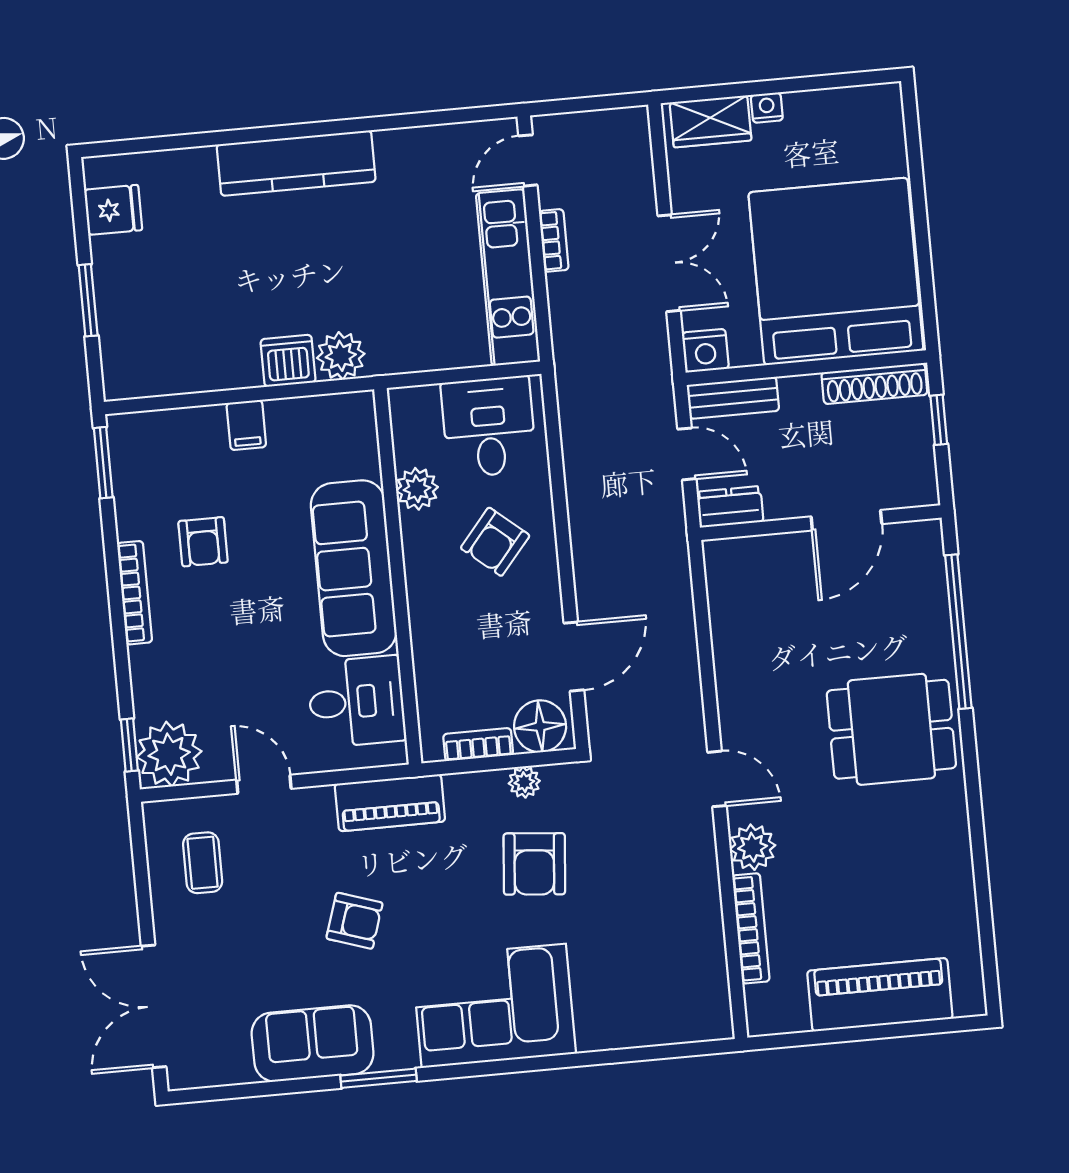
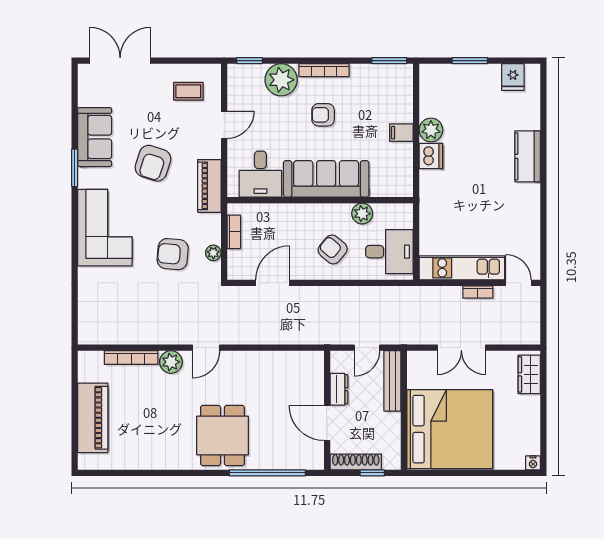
nightstand: (767, 108) -> (533, 463), moved, turned 90
kitchen counter: (296, 163) -> (528, 156), width x0.67
nightstand: (705, 351) -> (417, 361), removed
plant: (341, 356) -> (431, 130), moved
shoe rack: (874, 384) -> (356, 462), moved, turned 90
bench: (733, 398) -> (392, 381), width x1.36
dresser: (730, 507) -> (339, 389), moved
armchair: (203, 542) -> (323, 115), moved
door: (574, 657) -> (273, 283), swing flipped
floor lamp: (540, 726) -> (240, 263), removed
plant: (169, 754) -> (281, 80), moved
armchair: (354, 921) -> (153, 163), width x1.38, depth x1.38

